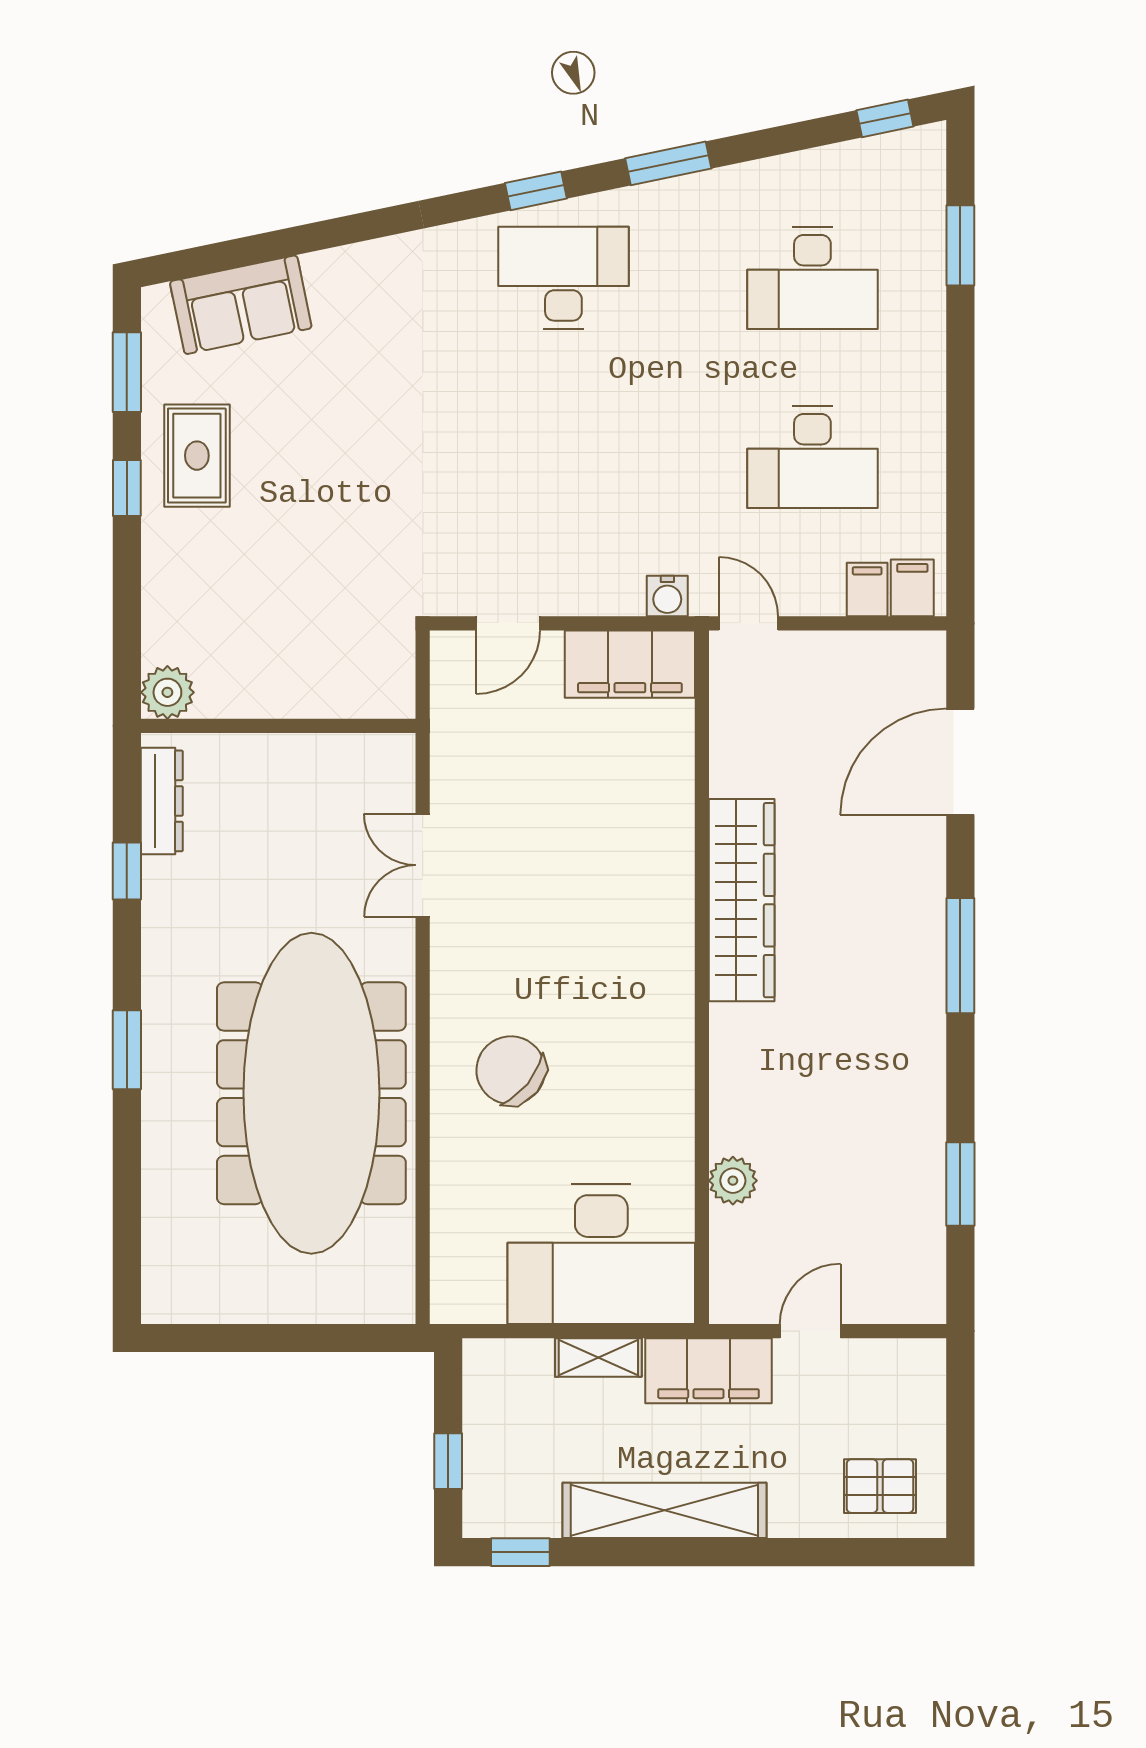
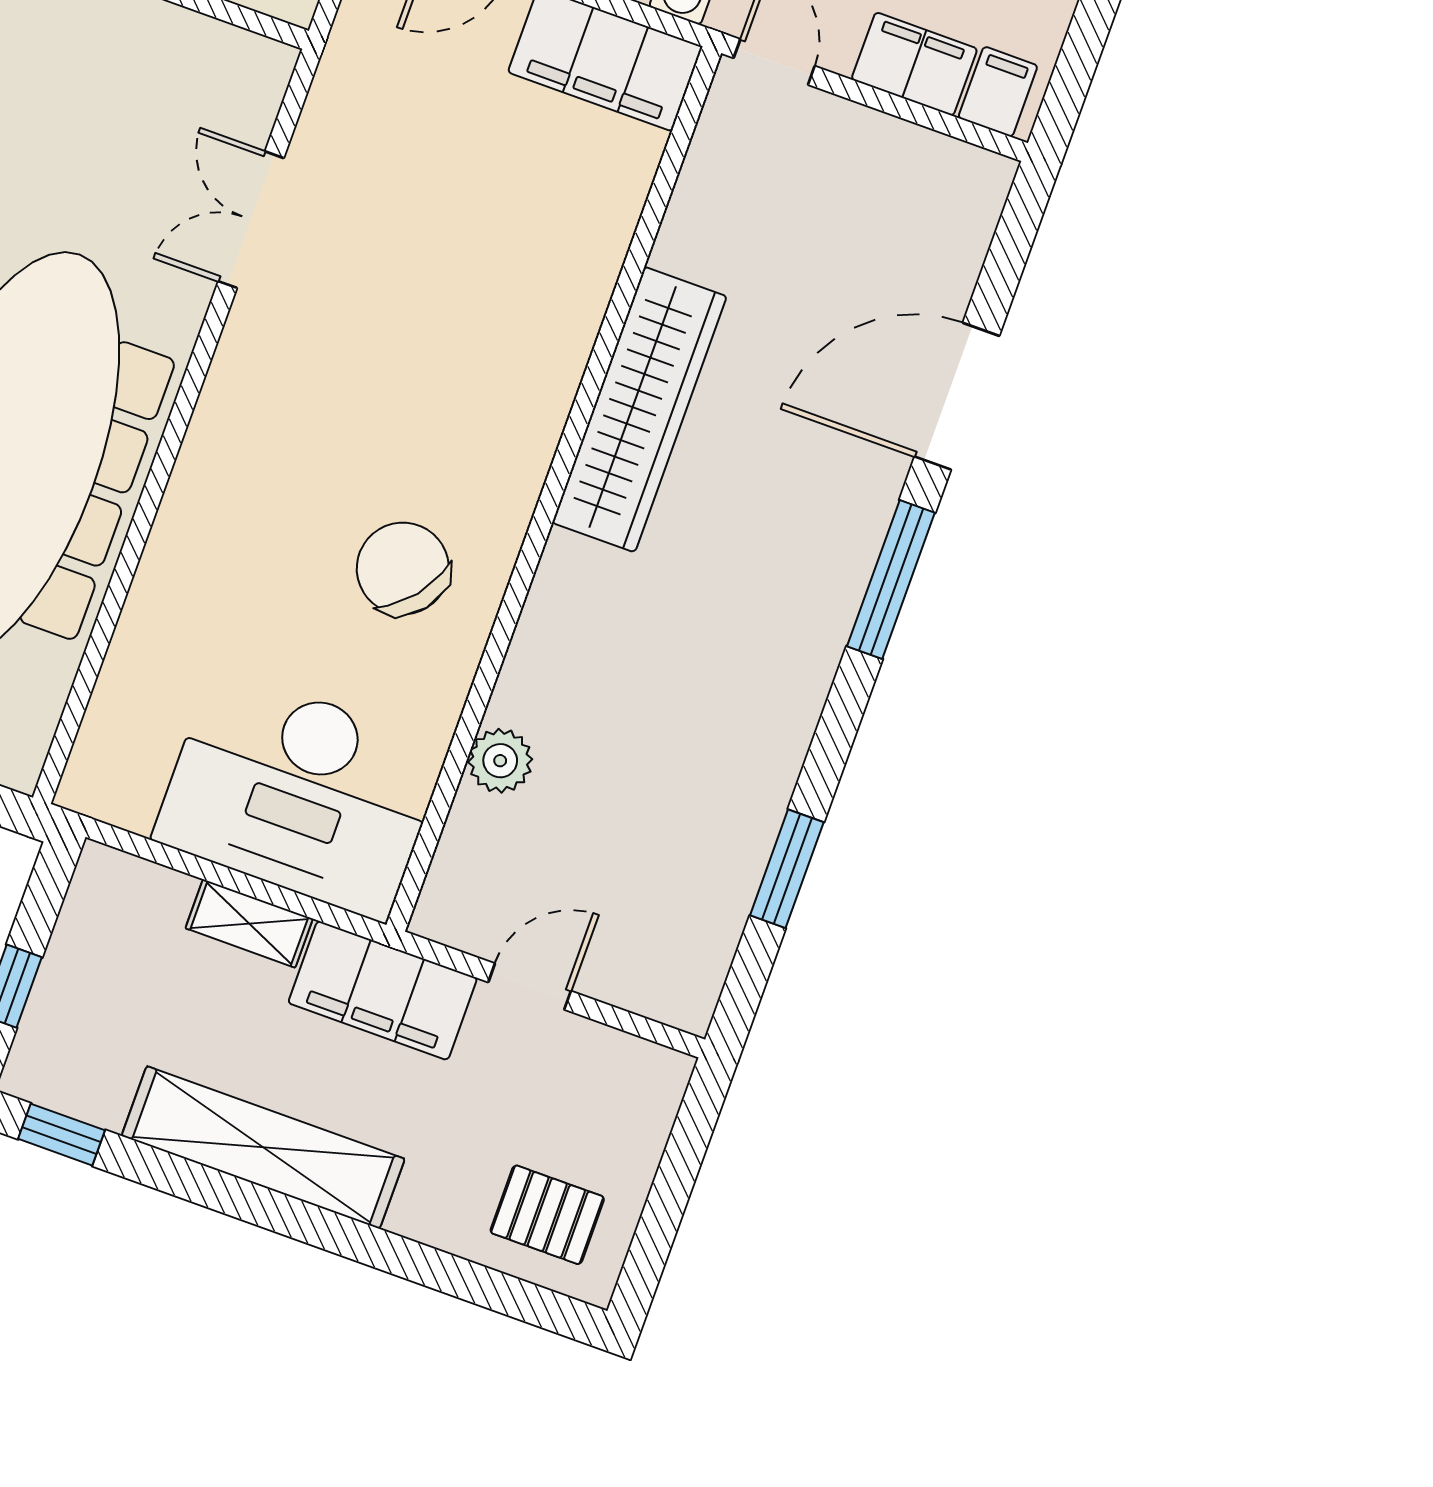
filing cabinet: (867, 590) -> (914, 64), width x2.00
door: (960, 762) -> (957, 396), moved
chair: (511, 1070) -> (403, 569), moved

